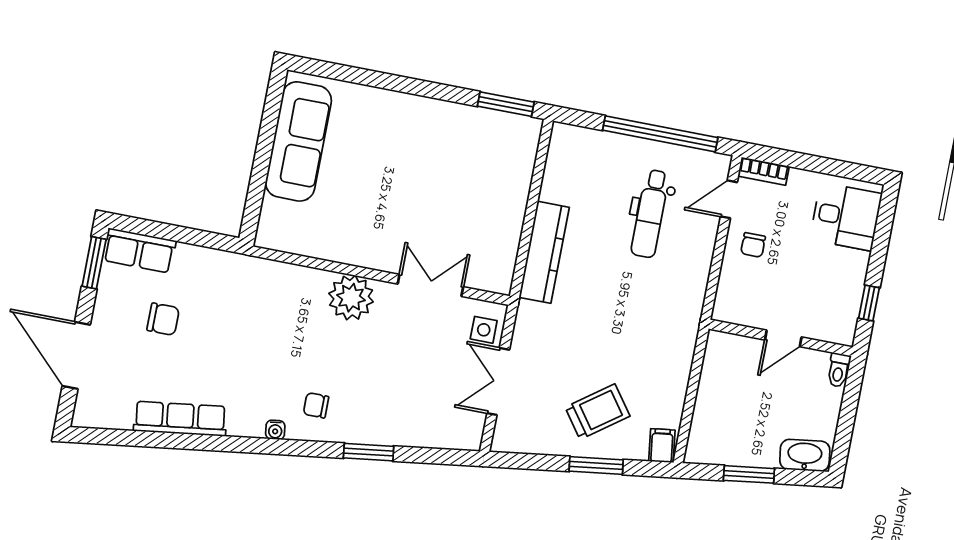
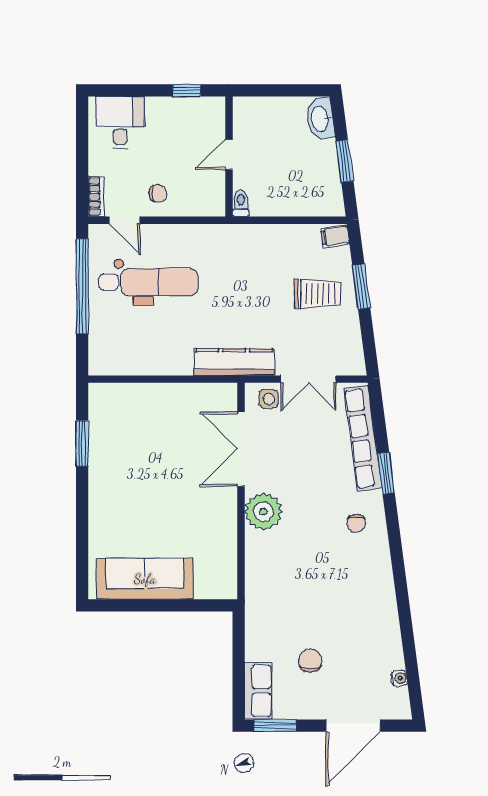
window: (506, 104) -> (82, 443), moved
dental chair: (650, 214) -> (148, 282), width x1.36, depth x1.38
kitchen counter: (544, 252) -> (234, 362), moved
double door: (430, 285) -> (241, 449), width x1.37
door: (783, 338) -> (229, 154), swing flipped
toilet: (839, 370) -> (241, 203), moved, turned -90
trolley: (597, 412) -> (317, 294), turned 126
row of seats: (180, 419) -> (363, 438), moved, width x1.36
water cooler: (275, 430) -> (399, 678), moved

